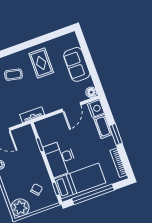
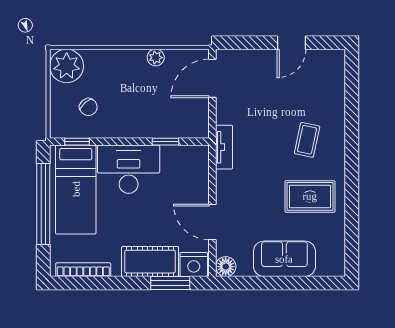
cot: (103, 126) -> (150, 262), width x1.37, depth x1.34
window: (116, 134) -> (170, 283), moved

